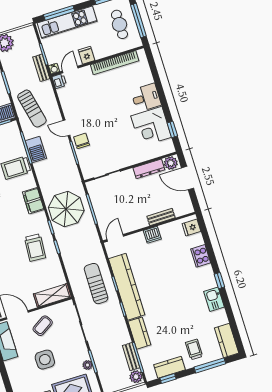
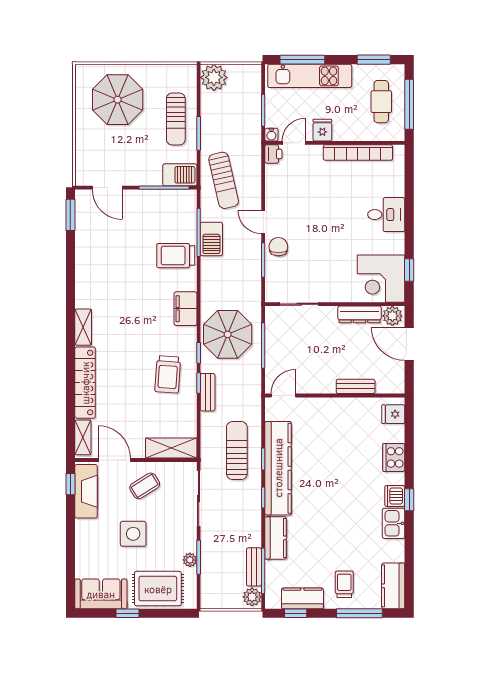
bench: (41, 68) -> (208, 392), moved
corner desk: (151, 127) -> (381, 279), moved
dishwasher: (152, 235) -> (395, 496), moved, turned 90

